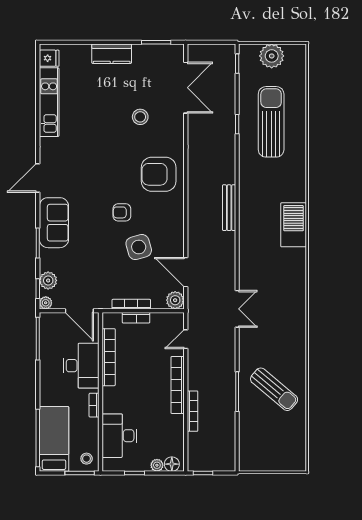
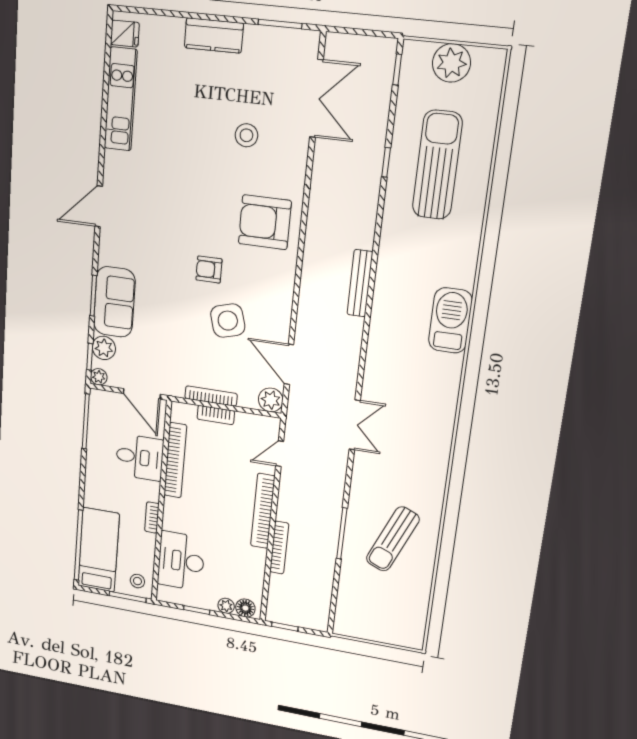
sofa: (54, 223) -> (114, 302), moved
desk: (81, 366) -> (140, 457), width x0.73
sun lounger: (274, 389) -> (393, 539), turned 73

